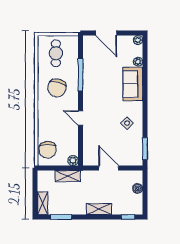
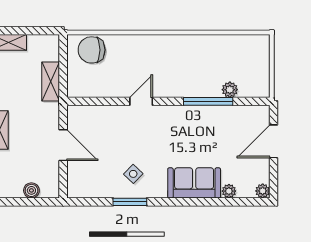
cafe table: (56, 53) -> (242, 63), removed
chair: (57, 88) -> (188, 64), removed
window: (145, 149) -> (130, 202), moved
plant: (73, 161) -> (230, 90), moved
door: (109, 168) -> (63, 145), hinge flipped

